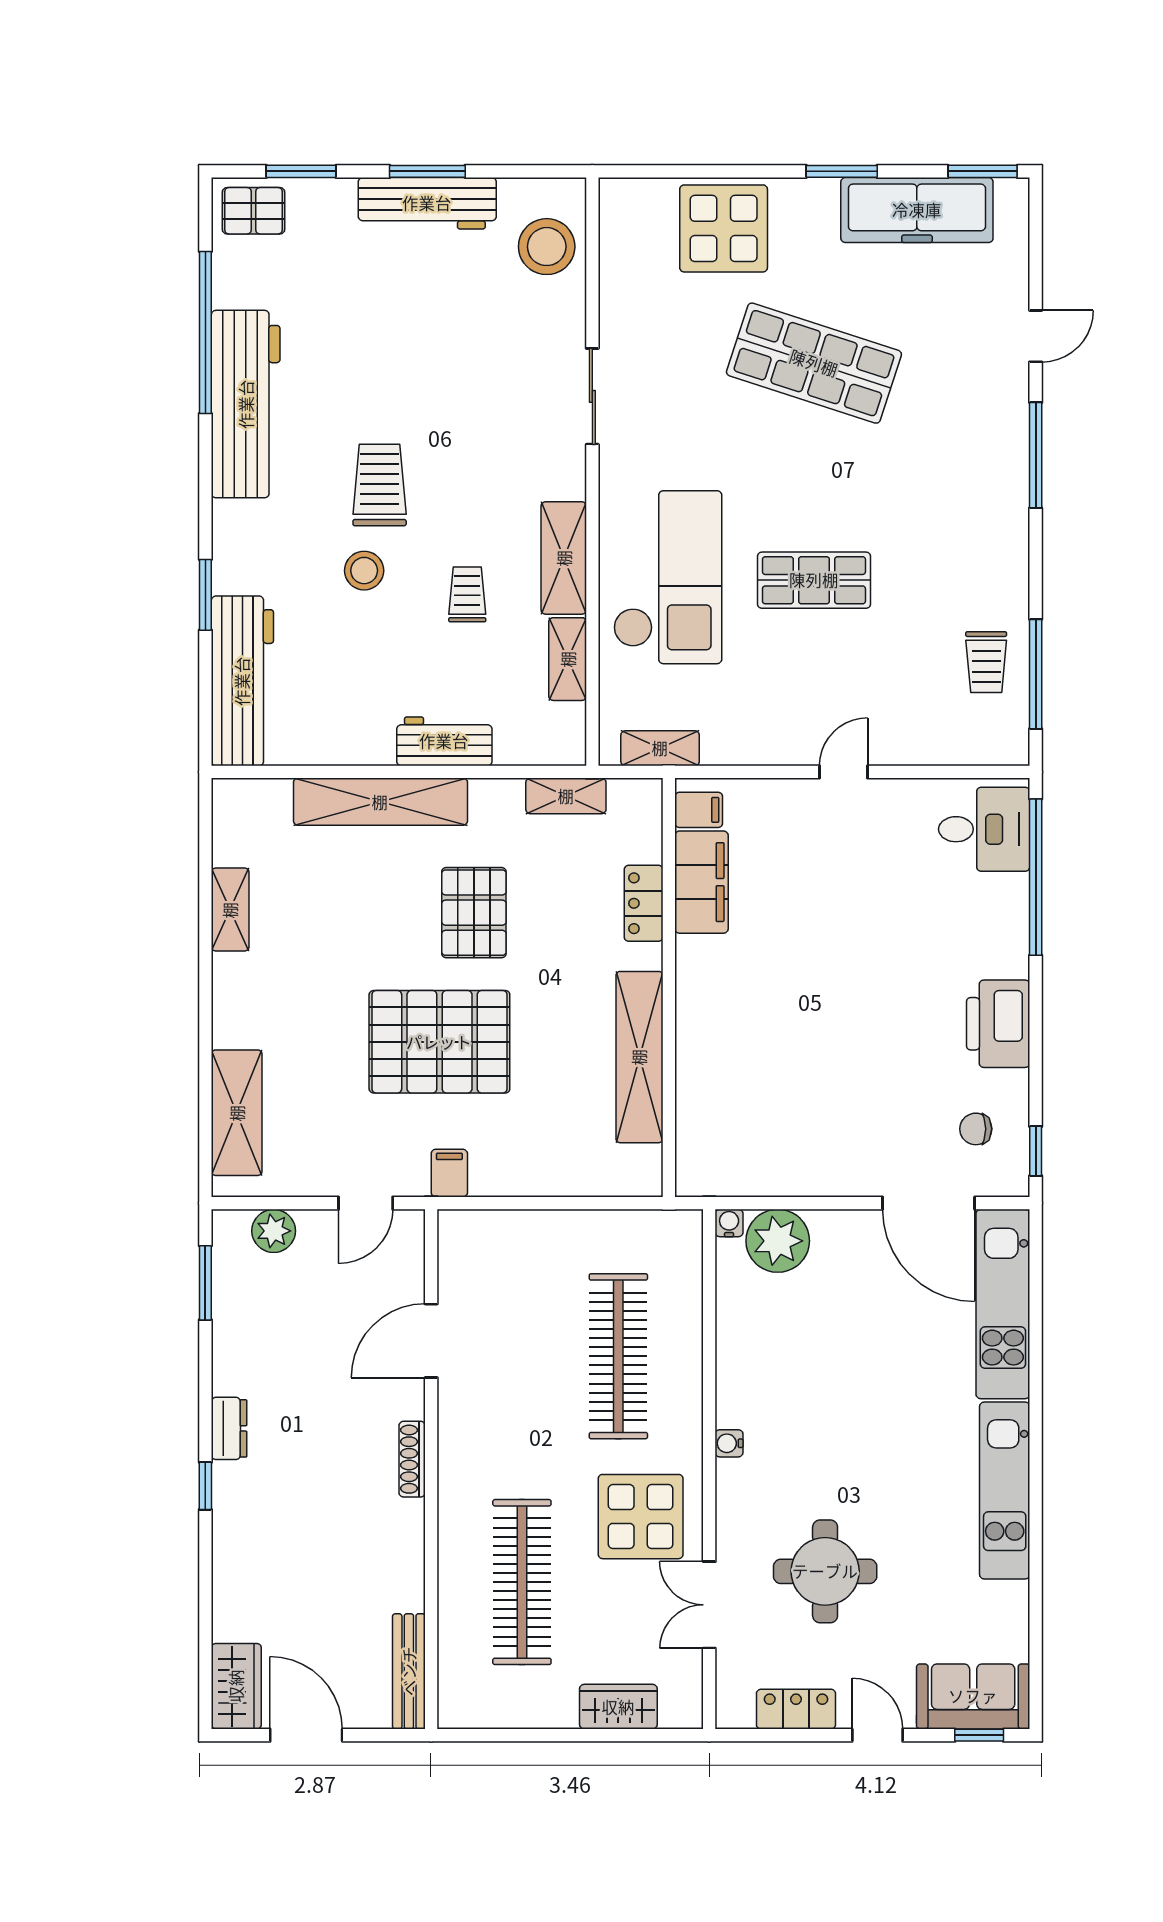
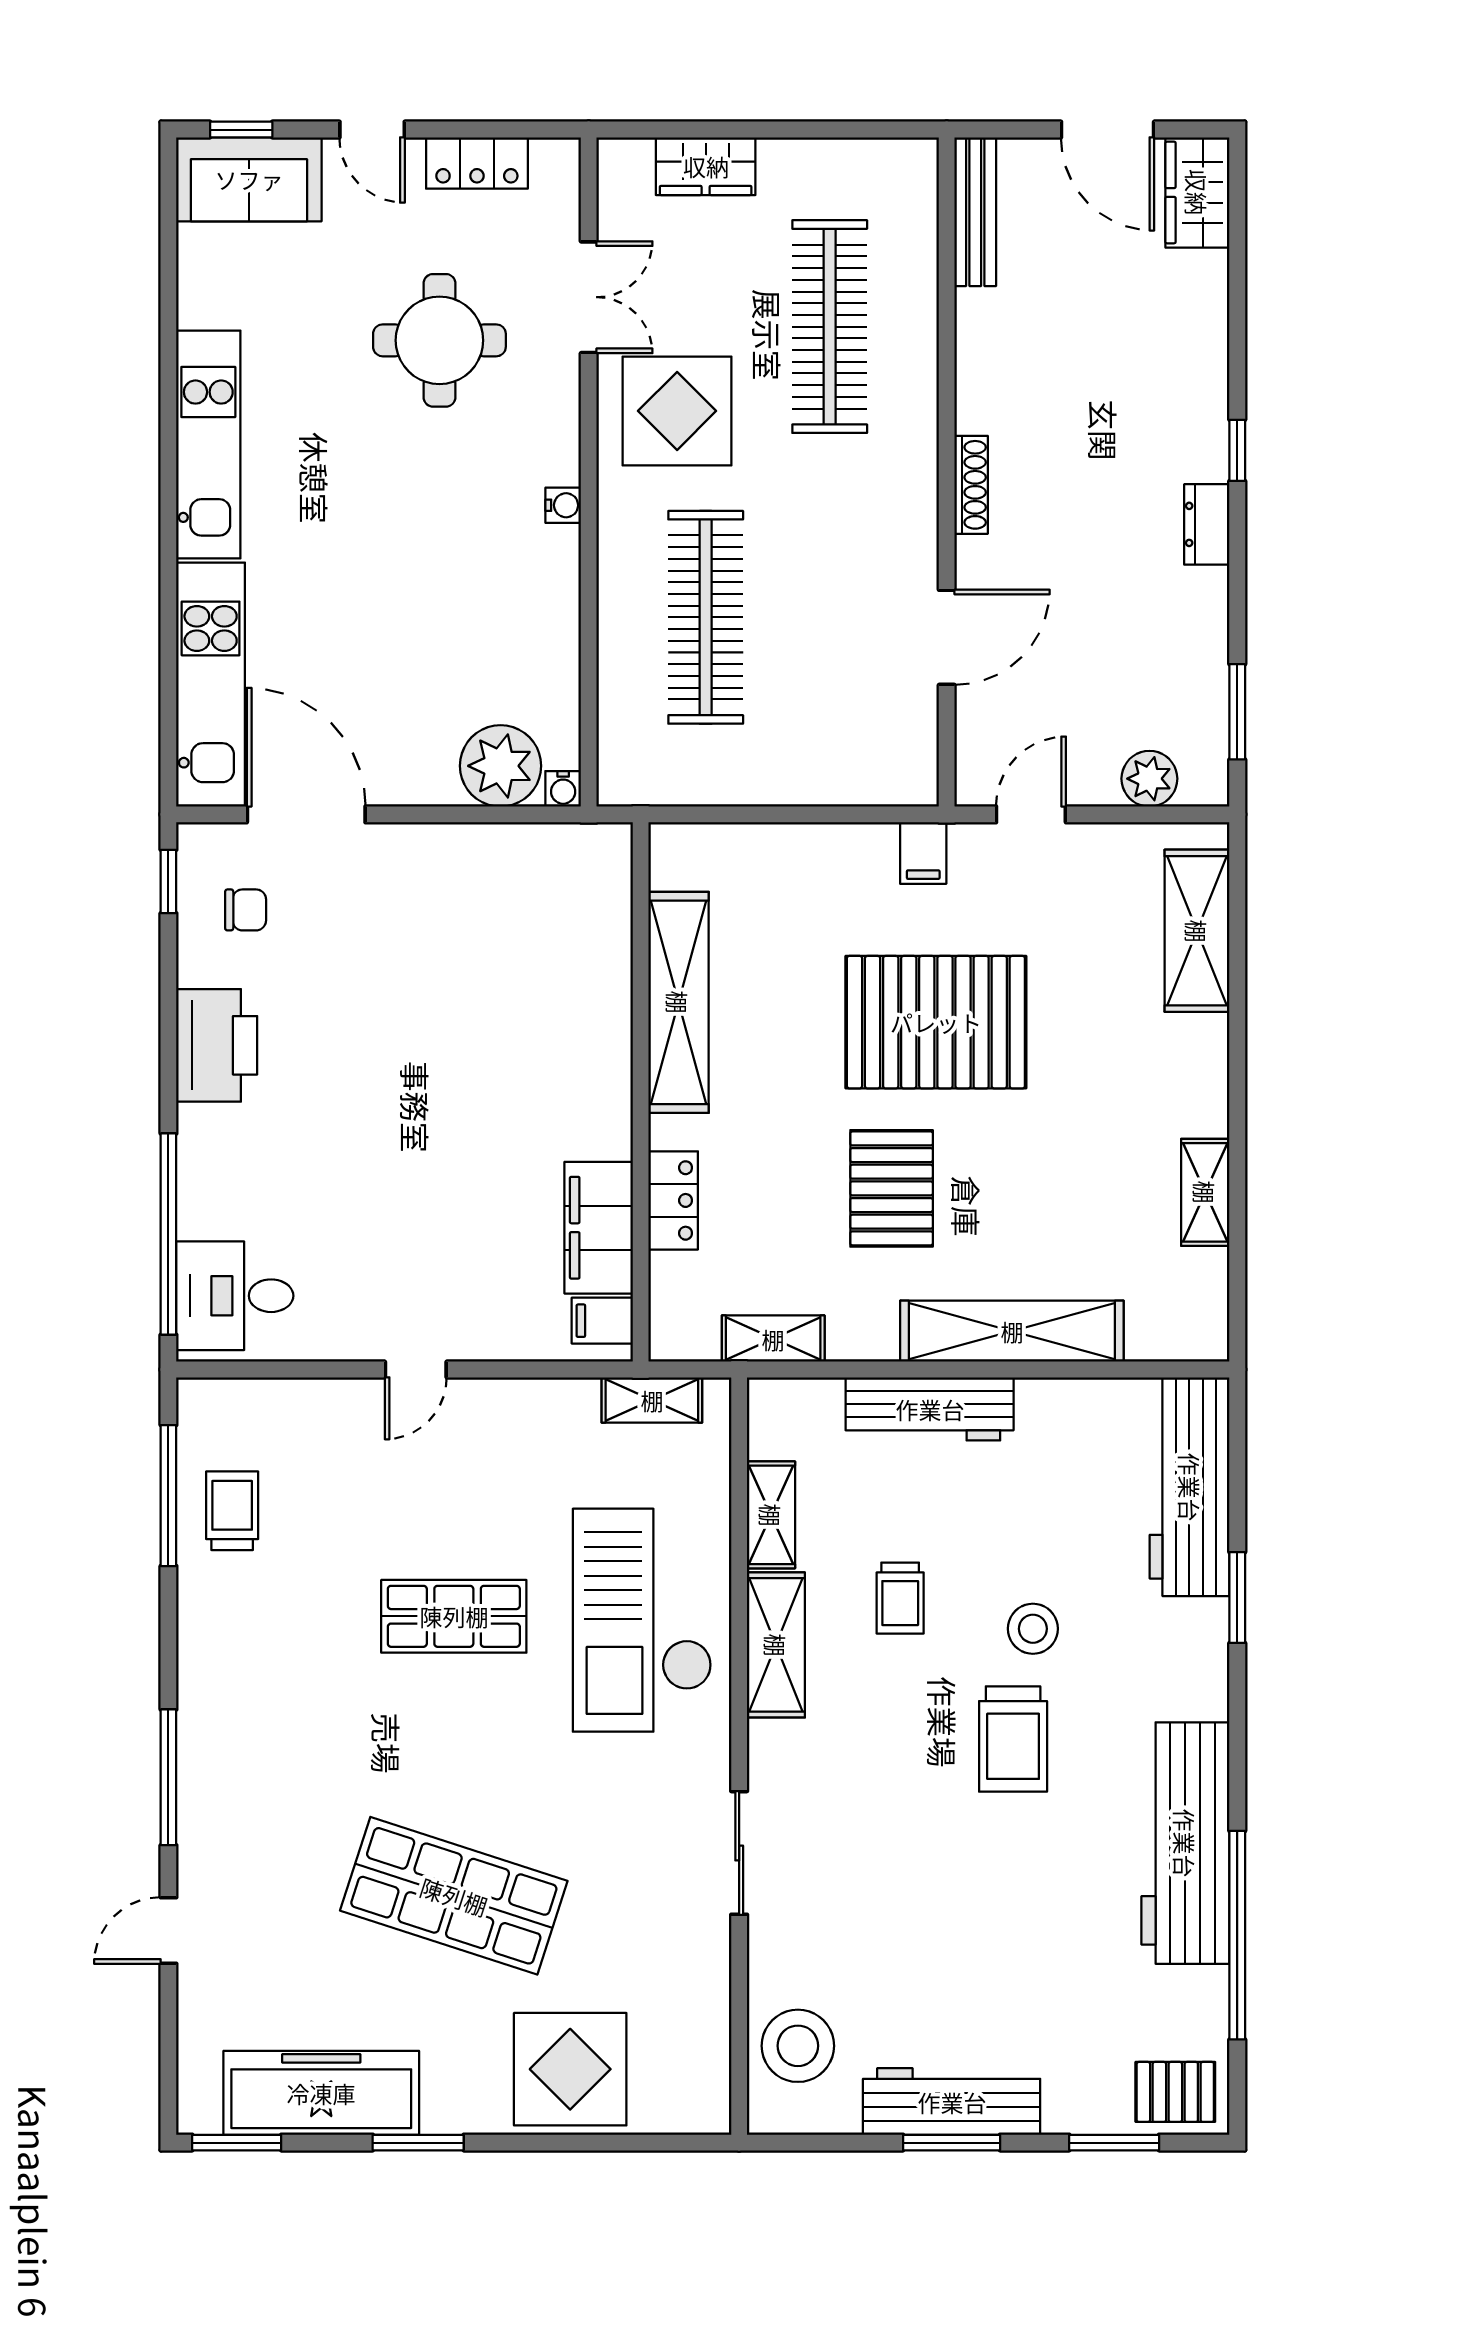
workbench: (444, 741) -> (930, 1409), width x1.38

